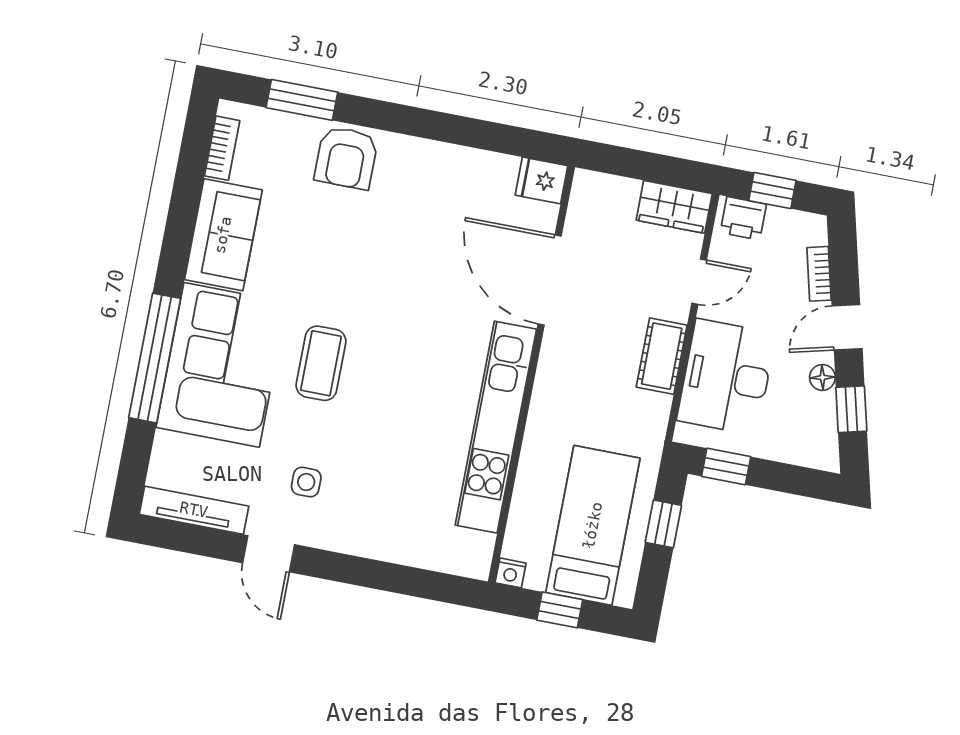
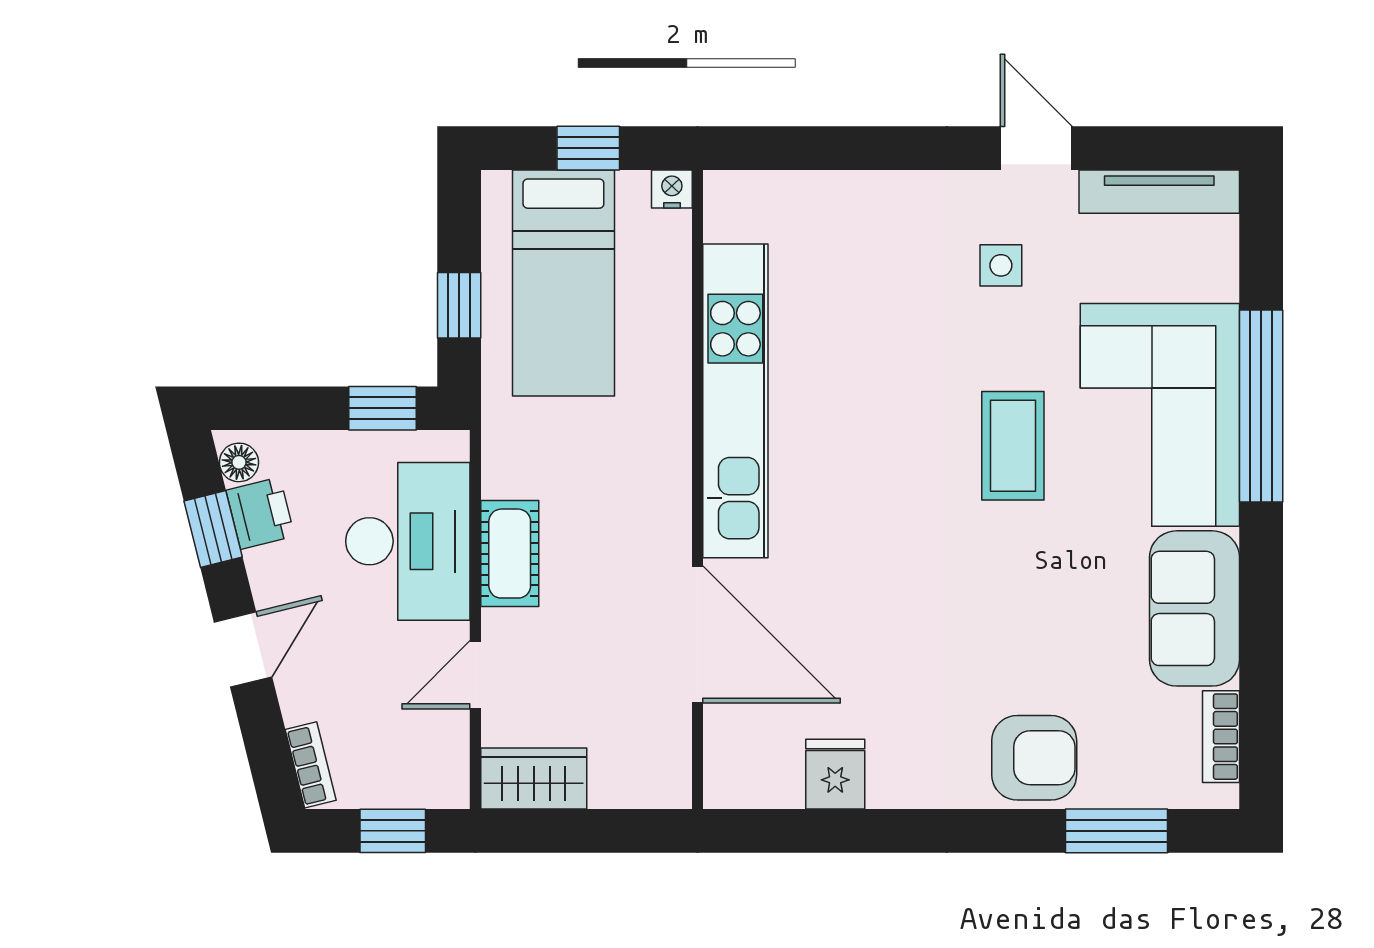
armchair: (346, 158) -> (1034, 758), turned 90
fridge: (542, 180) -> (835, 774), moved, turned -90
printer: (743, 218) -> (260, 513), moved, turned 76
bookcase: (819, 274) -> (311, 765), moved
floor lamp: (822, 377) -> (239, 462), moved

